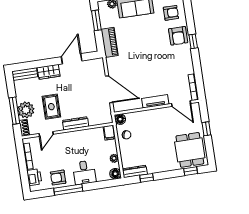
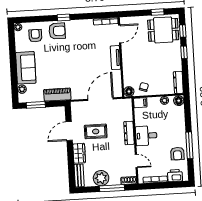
door: (72, 59) -> (69, 131), hinge flipped
rug: (51, 107) -> (96, 131), moved
plant: (26, 110) -> (101, 178), moved
window: (206, 129) -> (158, 12), moved
desk: (84, 172) -> (146, 136), moved, turned 180
window: (147, 178) -> (184, 52), moved

